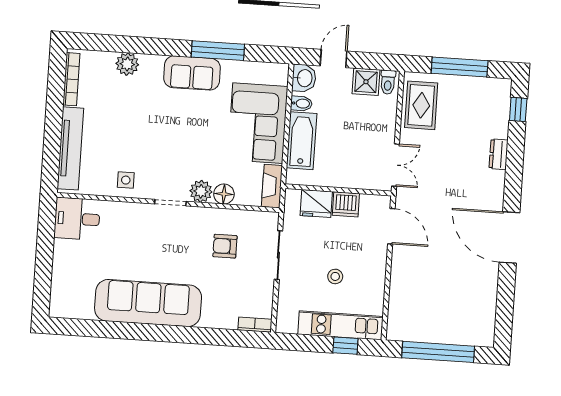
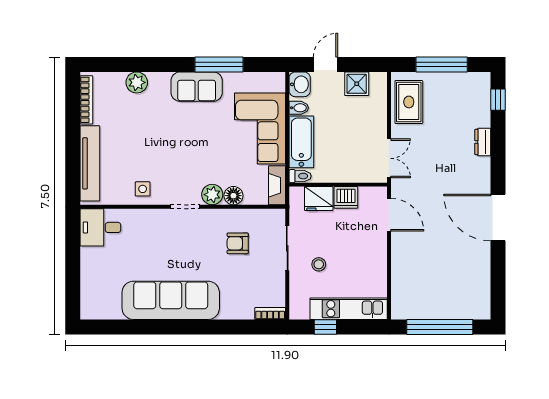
toilet: (388, 82) -> (300, 176), moved, turned -90
stool: (335, 276) -> (319, 264), moved
window: (345, 346) -> (325, 327), moved

